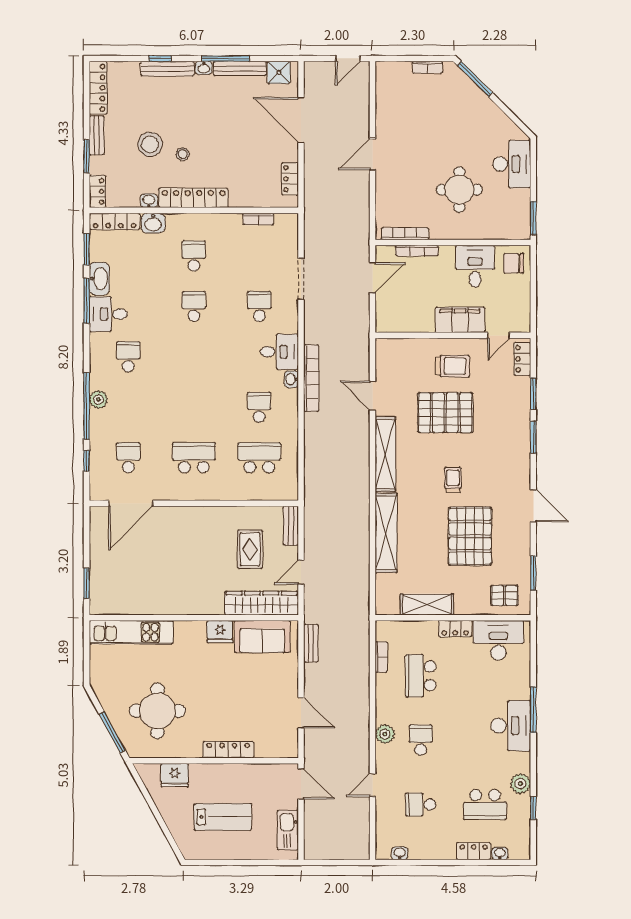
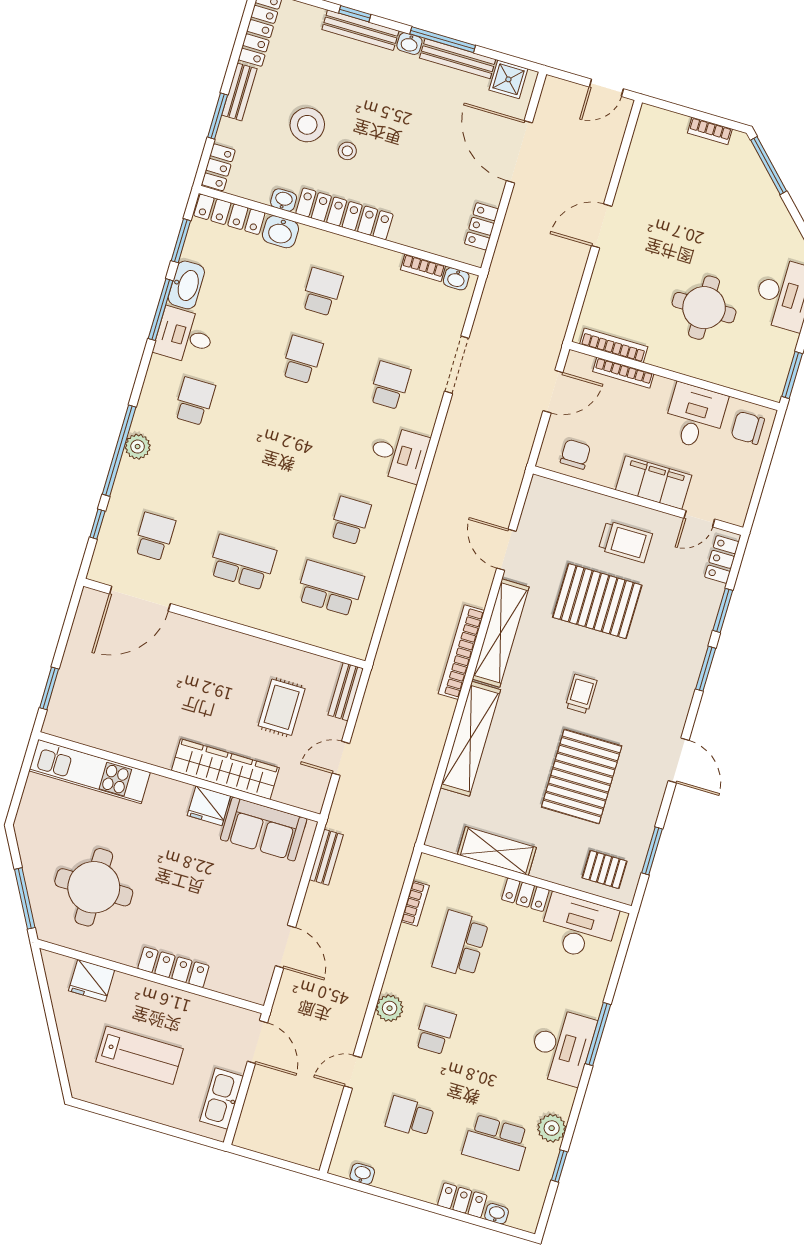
chair: (401, 316) -> (575, 454), added
bookcase: (311, 378) -> (461, 652), moved, turned 180
washbasin: (291, 379) -> (456, 279), moved, turned -90
wardrobe: (262, 603) -> (225, 769), moved

